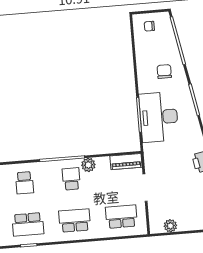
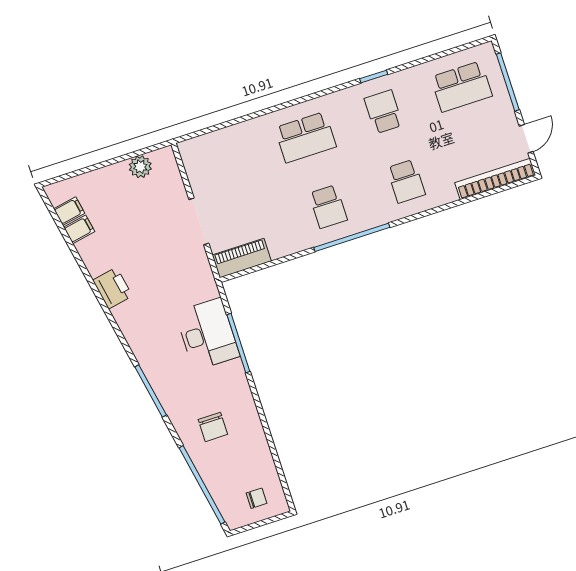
desk: (159, 117) -> (207, 334), width x0.73, depth x0.77
plant: (88, 165) -> (304, 237), removed
school desk: (25, 183) -> (406, 181), turned 180
school desk: (121, 217) -> (227, 163), removed
school desk: (28, 224) -> (383, 112), width x0.54

